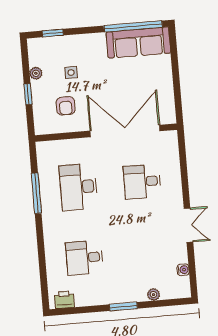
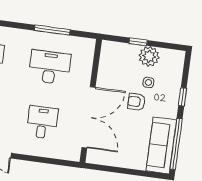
window: (53, 33) -> (182, 97), moved
plant: (36, 73) -> (149, 56), width x1.88, depth x1.88
armchair: (66, 106) -> (136, 102), moved

